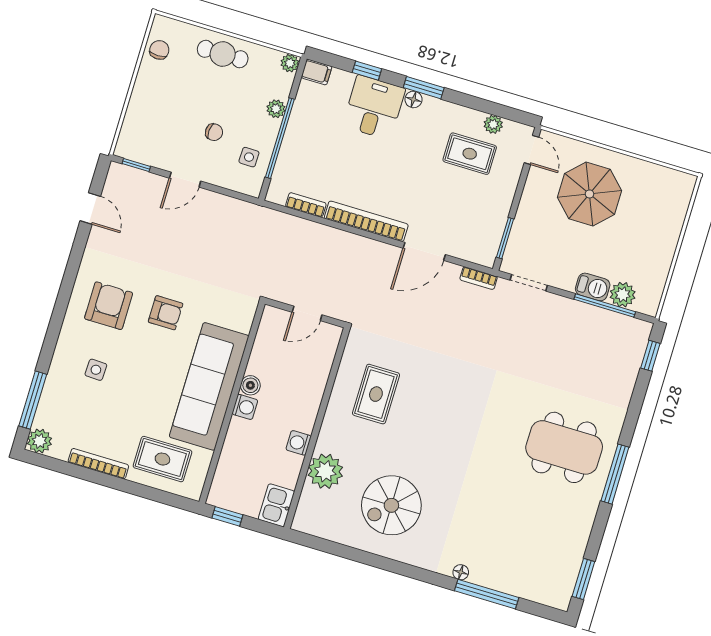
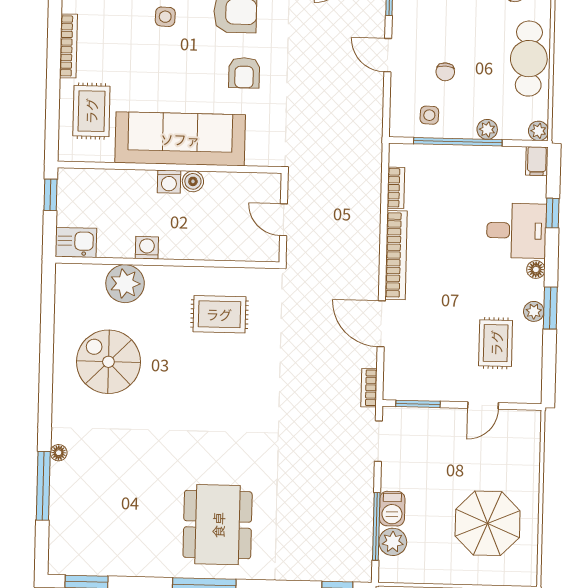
cafe table: (223, 54) -> (529, 59), width x1.37, depth x1.35
window: (424, 88) -> (550, 308), moved
plant: (493, 124) -> (534, 311), moved
door: (532, 150) -> (483, 405), moved
parasol: (589, 194) -> (488, 523), moved

